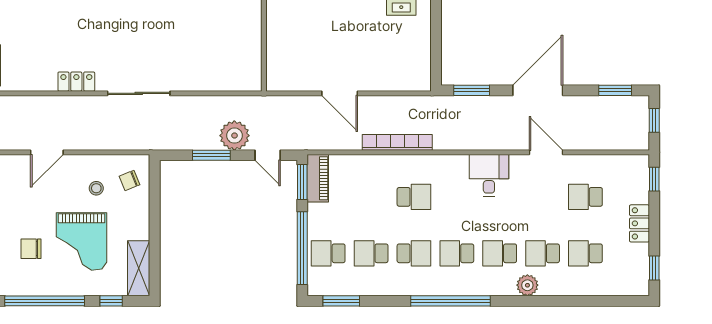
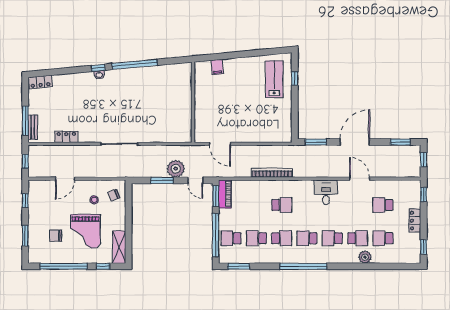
locker: (76, 82) -> (66, 137), moved
door: (340, 93) -> (220, 144), moved
school desk: (543, 253) -> (358, 238), turned 180
plant: (527, 285) -> (365, 257), moved

